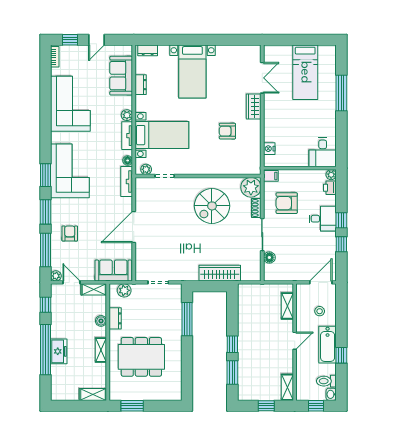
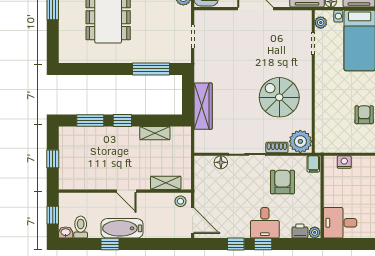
stool: (320, 311) -> (180, 201), moved
shelving: (287, 387) -> (155, 133), moved

